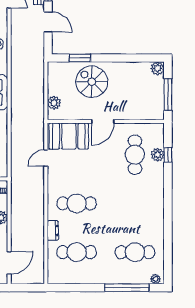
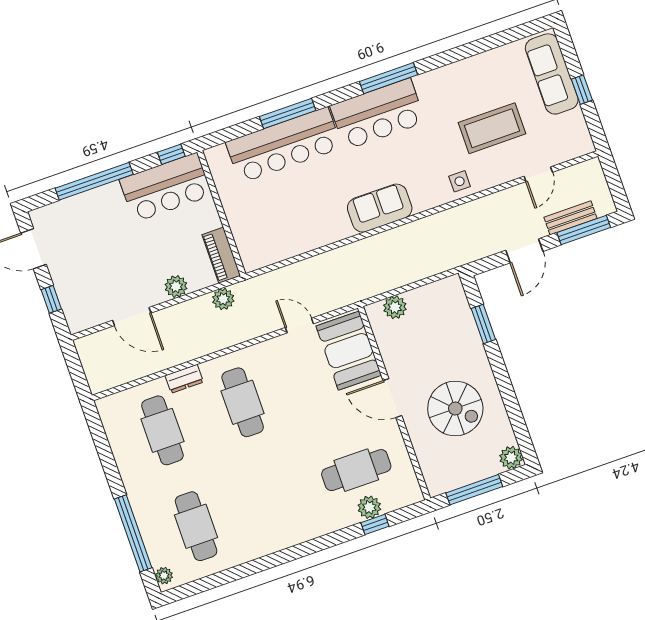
spiral stairs: (92, 82) -> (455, 409), moved, turned 90
plant: (17, 194) -> (223, 299), added
door: (9, 263) -> (132, 317), moved

